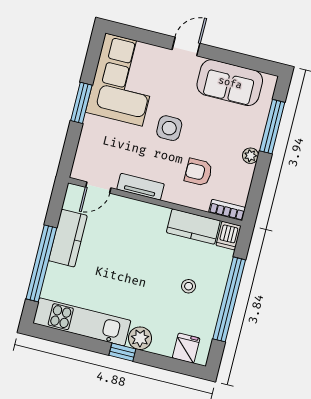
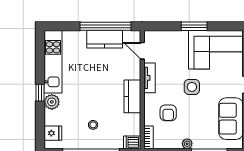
armchair: (198, 172) -> (168, 113), turned 180
kitchen counter: (193, 227) -> (132, 96), moved
window: (41, 263) -> (106, 26), moved

